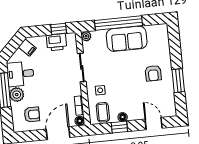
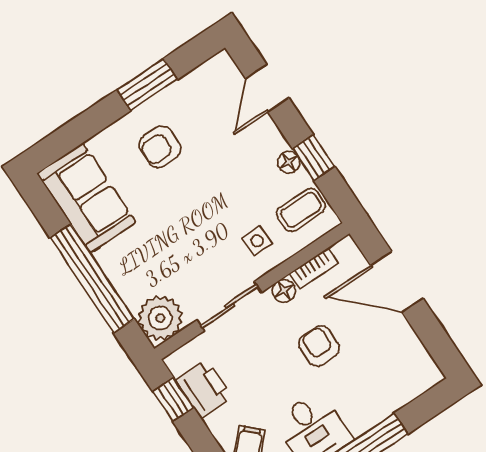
plant: (86, 36) -> (160, 318), width x1.88, depth x1.88
sofa: (127, 39) -> (86, 198), moved
armchair: (153, 73) -> (160, 147), turned 180
plant: (17, 95) -> (361, 414), removed
armchair: (32, 115) -> (319, 346), moved
floor lamp: (80, 121) -> (284, 291), moved

